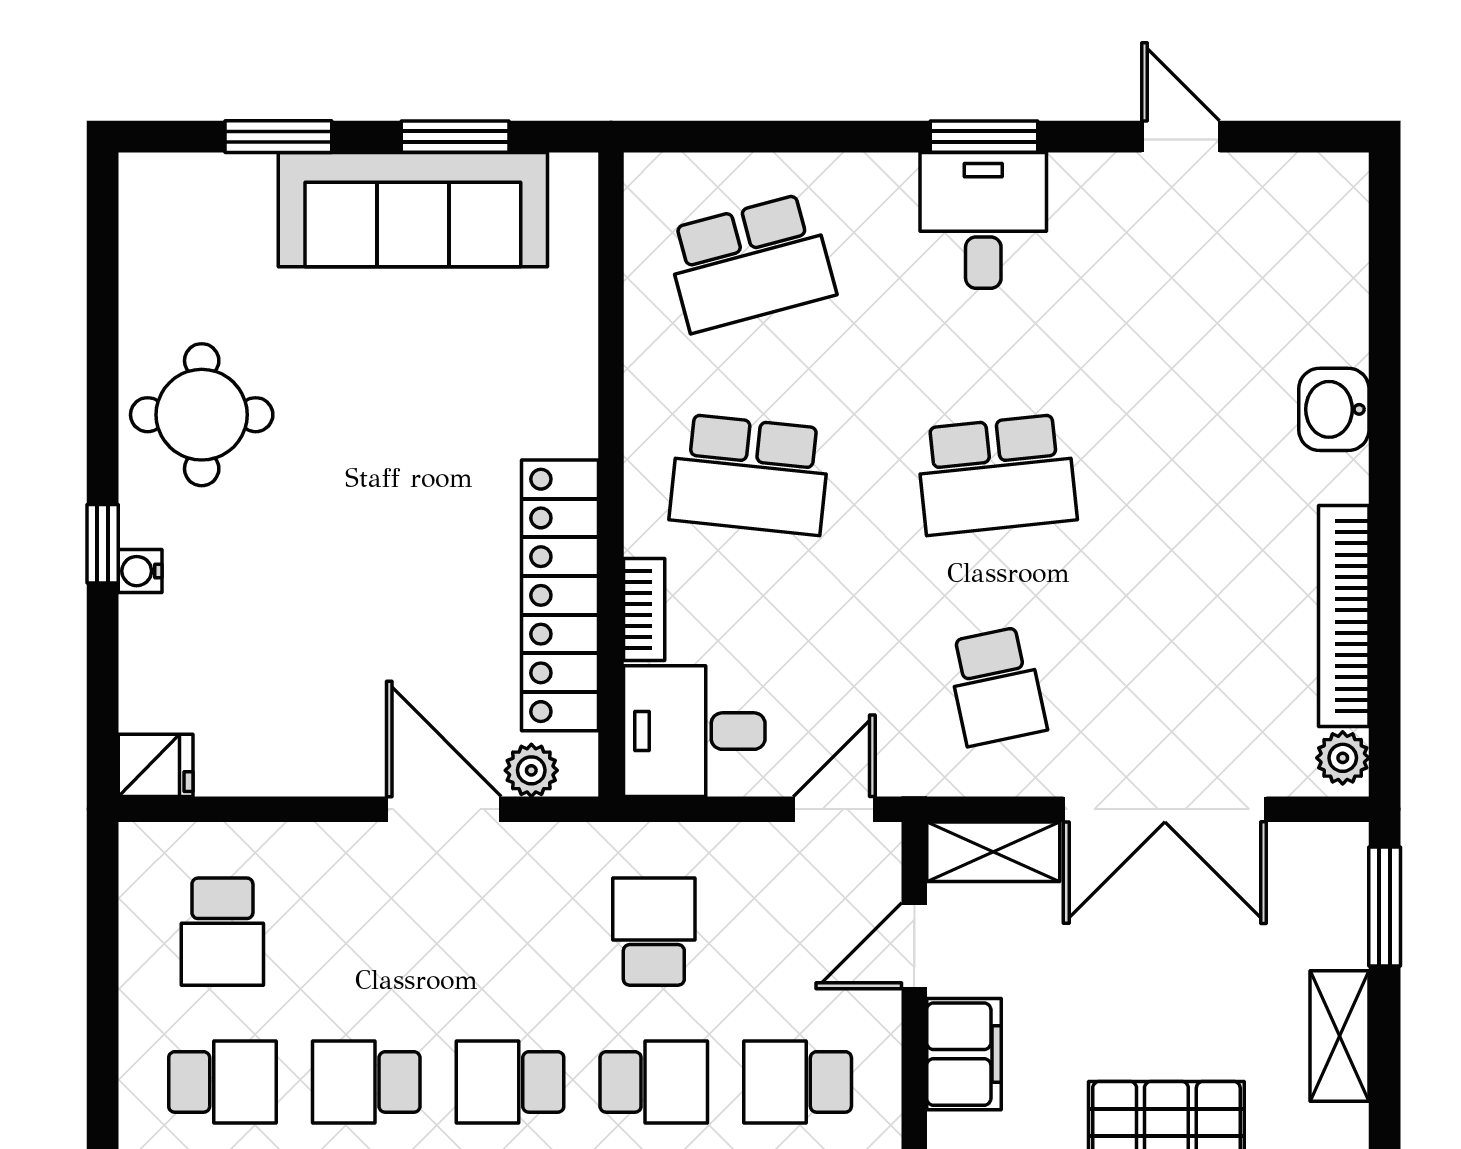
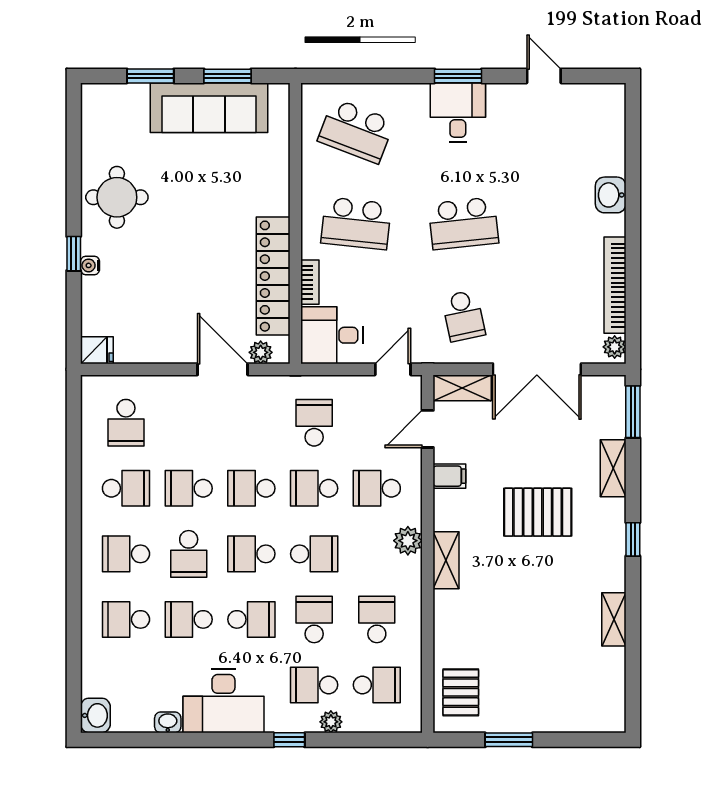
school desk: (750, 263) -> (356, 131), turned 36
filing cabinet: (964, 1054) -> (449, 476), width x0.50
school desk: (654, 1082) -> (314, 488), turned 180

